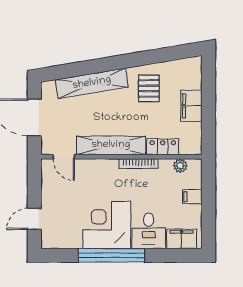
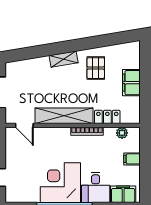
shelving: (92, 83) -> (64, 59), width x0.45, depth x0.75

